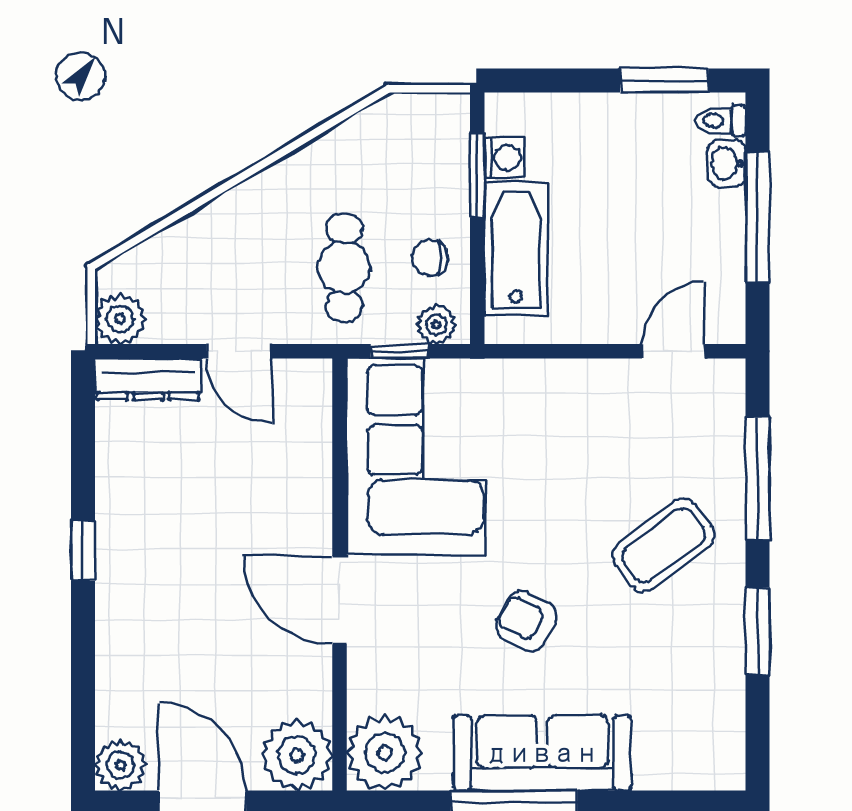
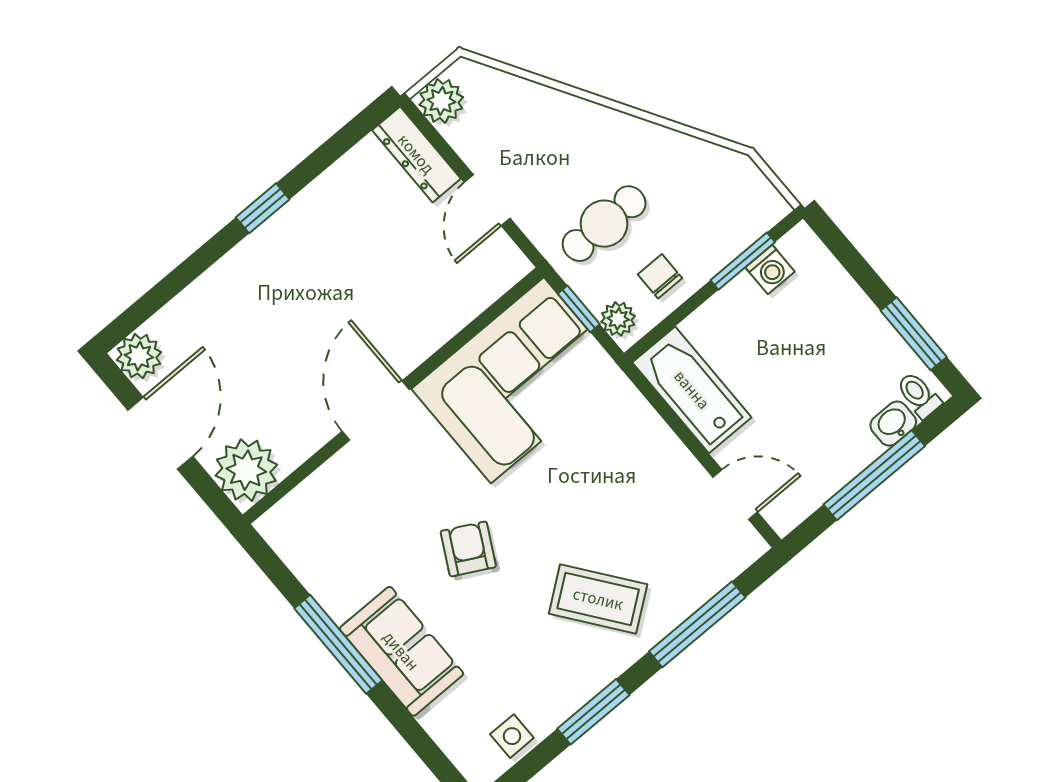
bathtub: (516, 248) -> (692, 390), moved, turned -90
side table: (719, 719) -> (512, 736), added
plant: (385, 753) -> (298, 528), removed
sofa: (542, 753) -> (401, 651), width x0.73

